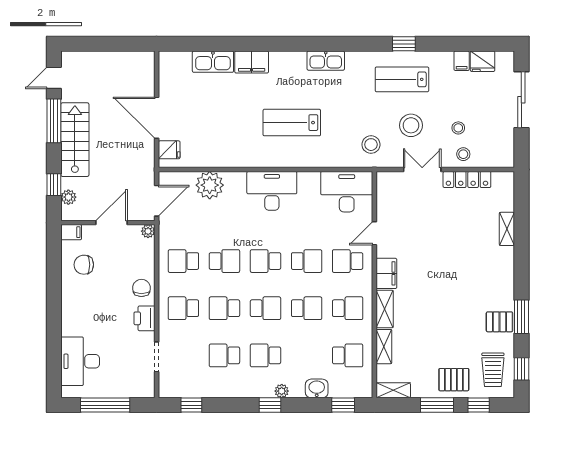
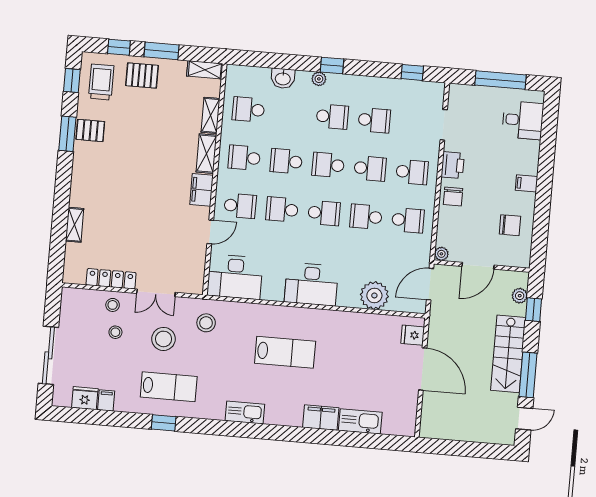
filing cabinet: (71, 232) -> (526, 183), moved
desk: (80, 361) -> (523, 120), width x0.73
window: (343, 405) -> (257, 59), removed

